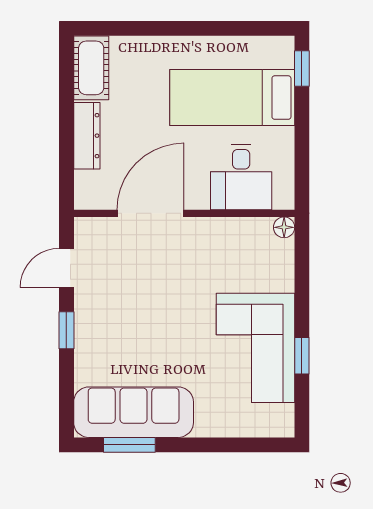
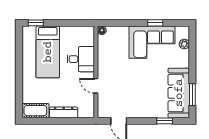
desk: (241, 177) -> (81, 59), moved
door: (151, 213) -> (96, 86), width x0.53
window: (66, 330) -> (165, 121), moved
plant: (251, 426) -> (184, 44), added

